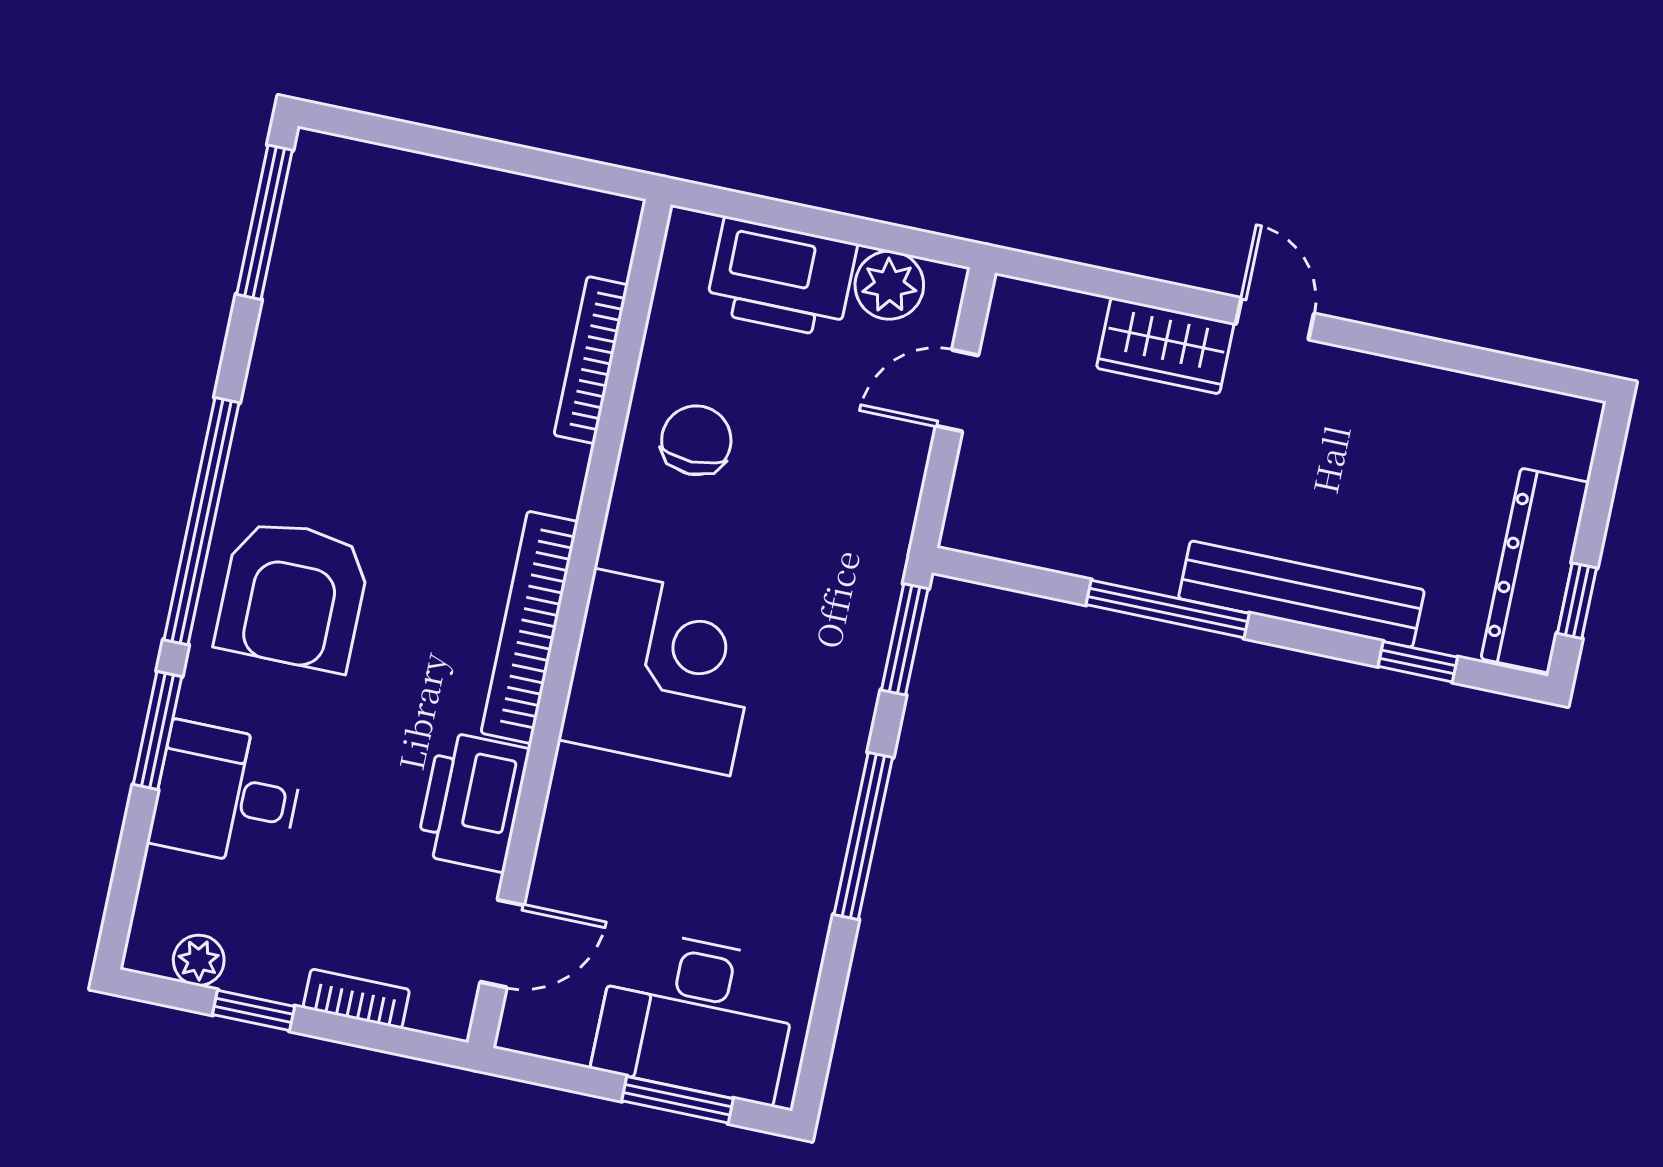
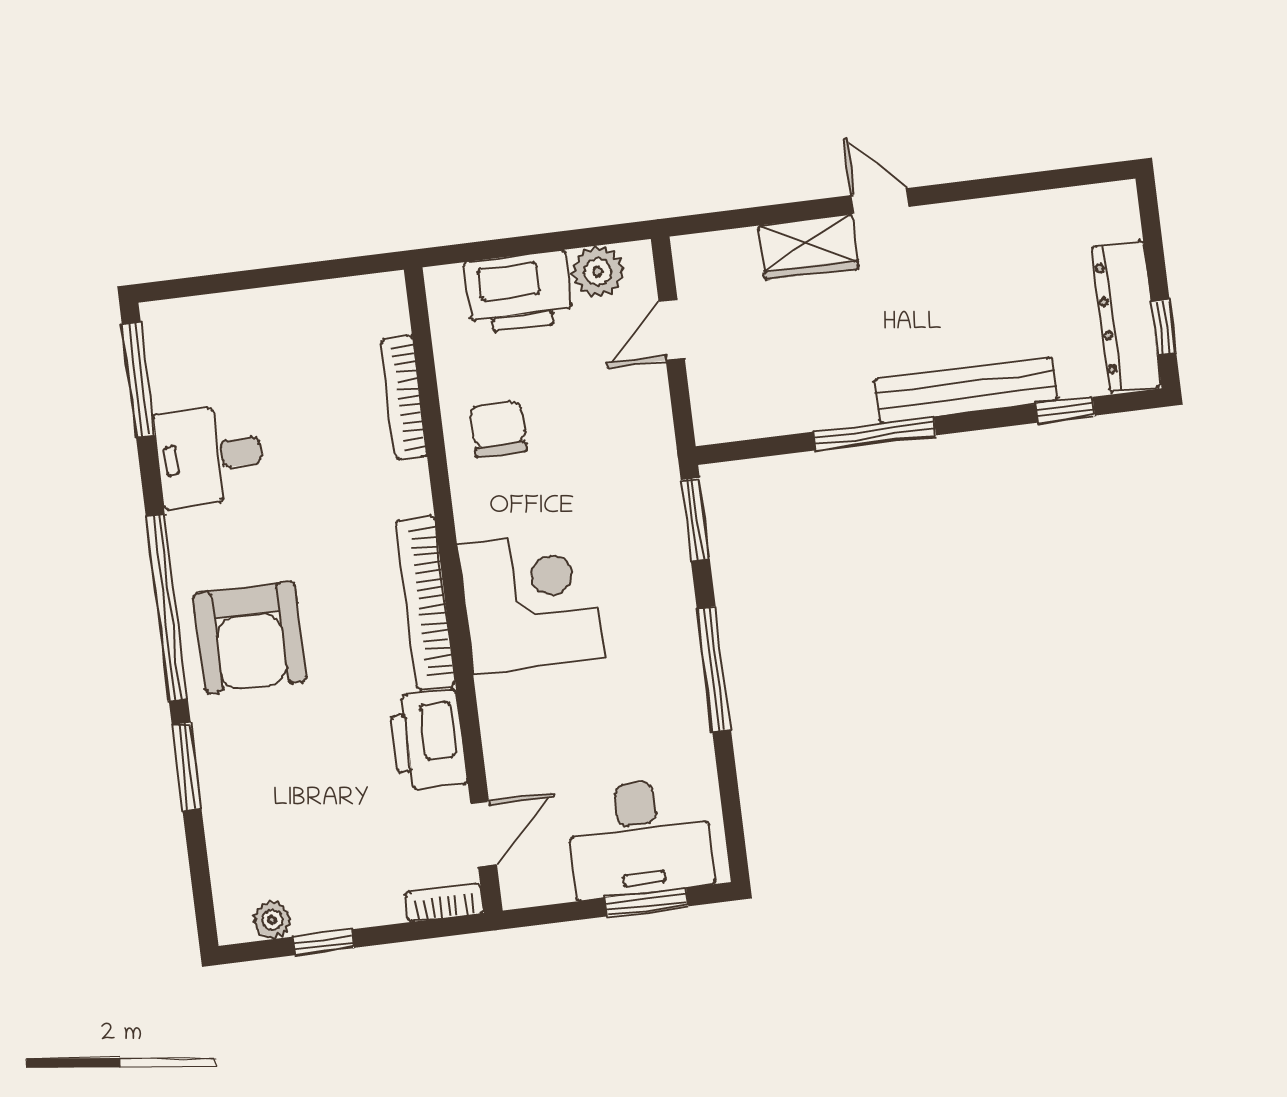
desk: (227, 795) -> (209, 456), moved
bookcase: (356, 999) -> (445, 902), moved

